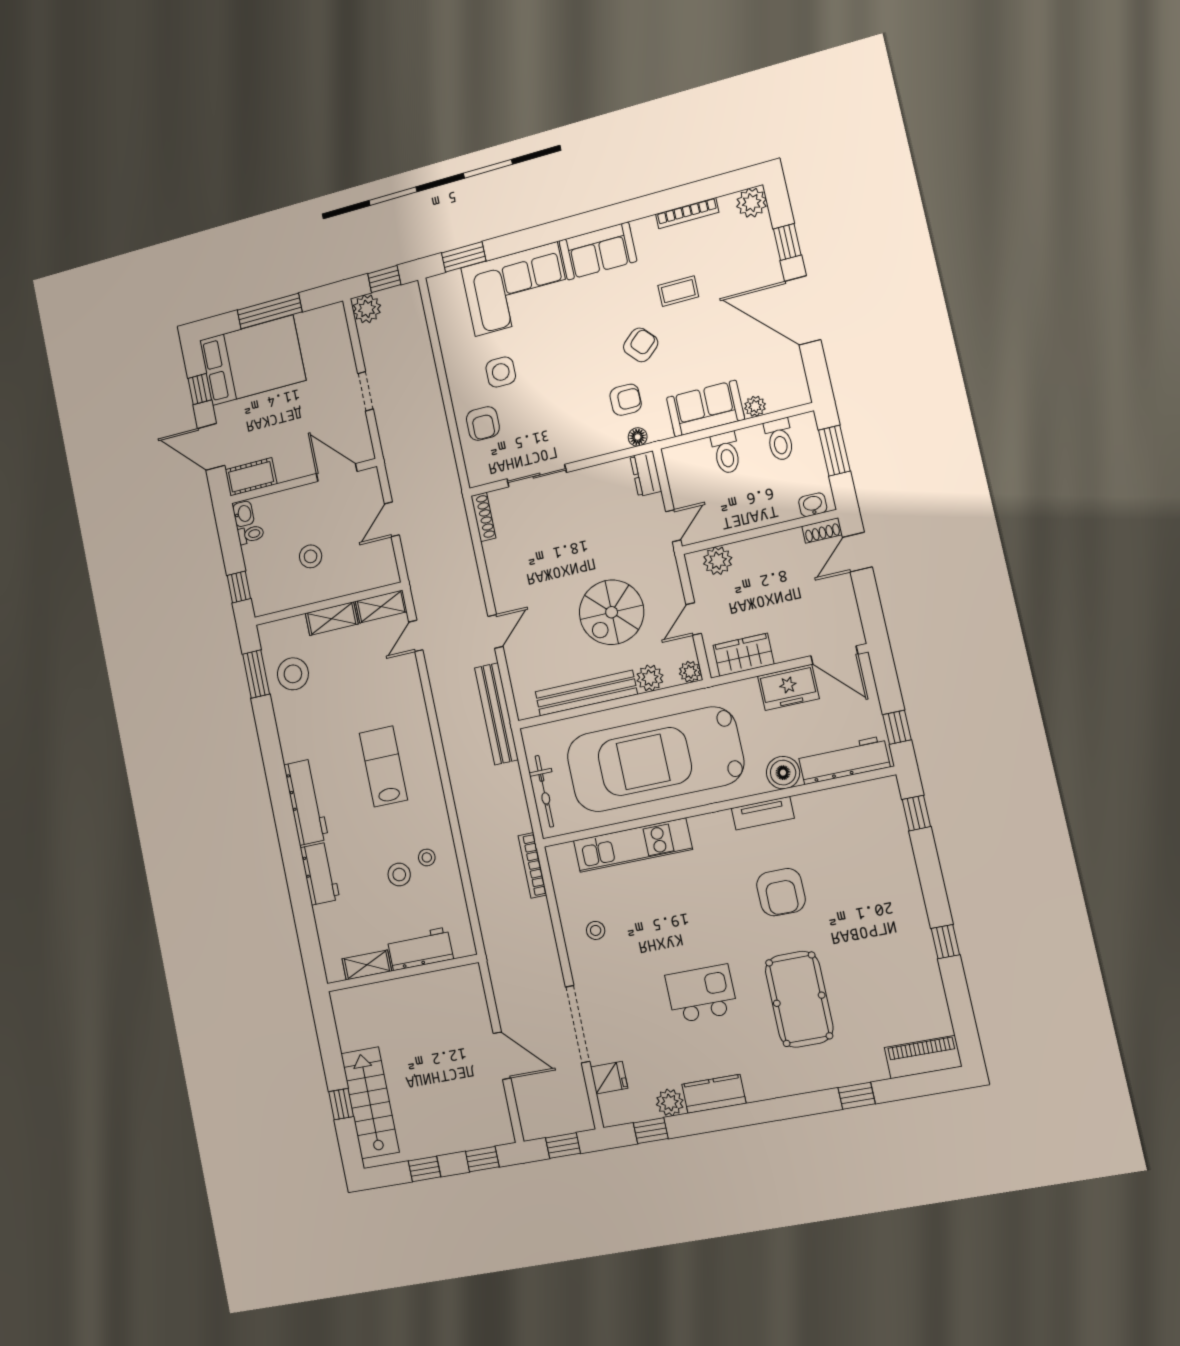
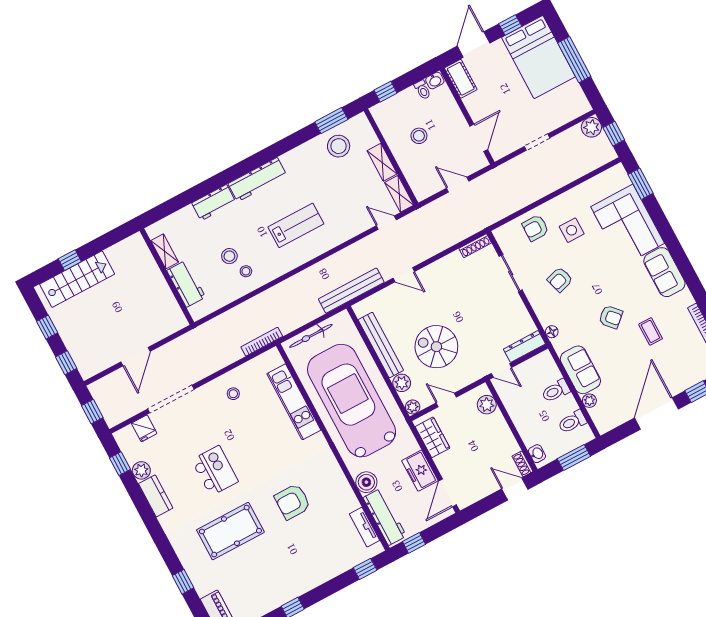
armchair: (626, 400) -> (560, 280), moved, turned 73
dresser: (646, 474) -> (524, 346), width x1.44
tv unit: (763, 813) -> (365, 527), moved

